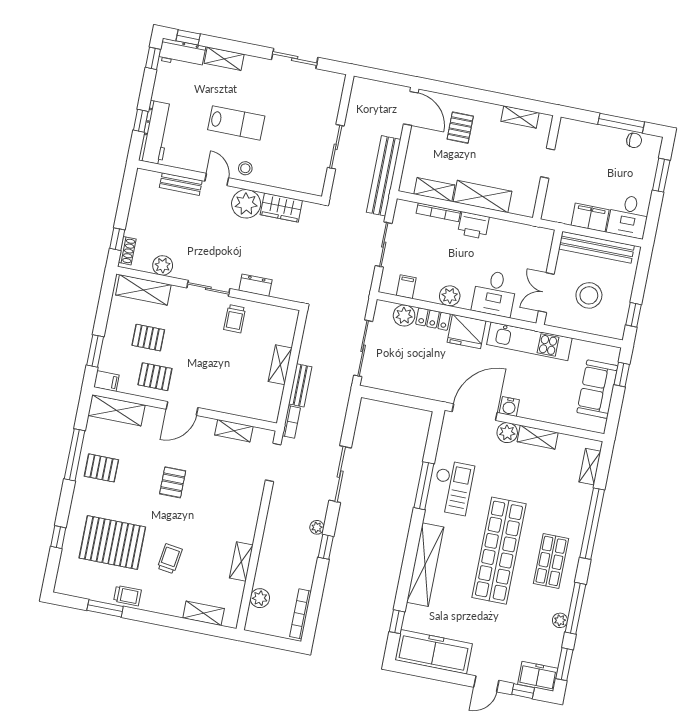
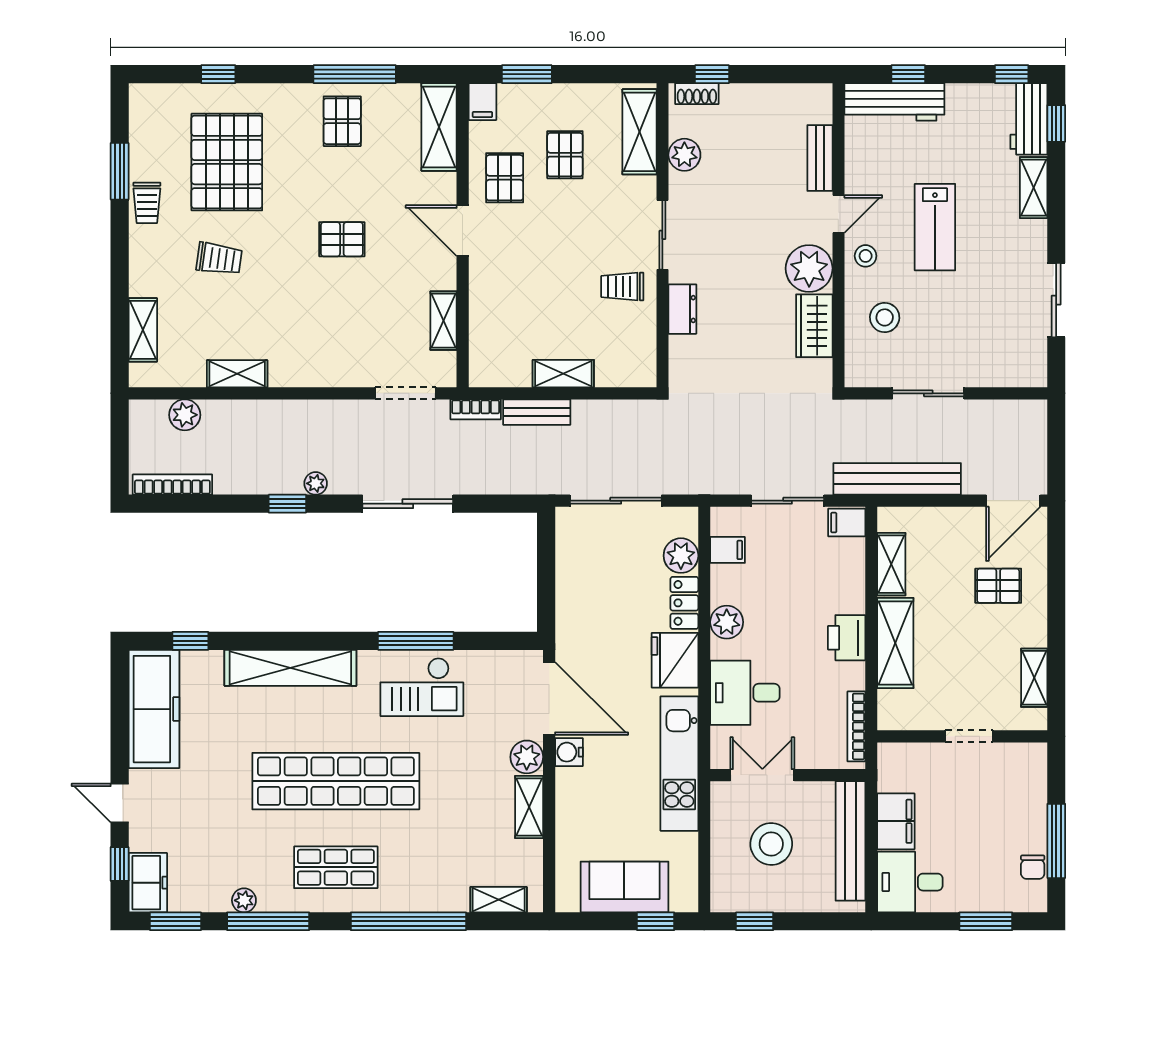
stool: (285, 164) -> (885, 317), added
filing cabinet: (404, 211) -> (847, 523), added
bookcase: (438, 212) -> (856, 726), moved

